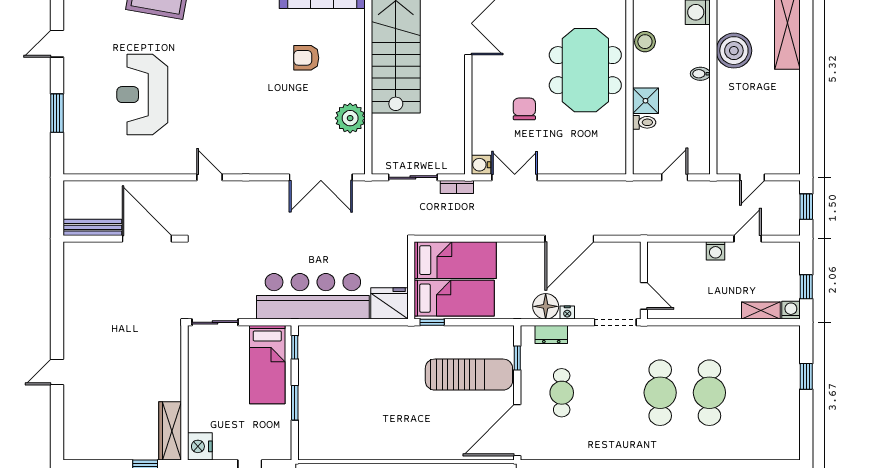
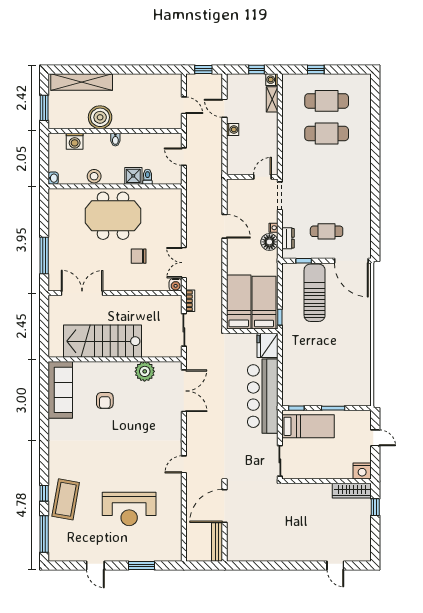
door: (569, 239) -> (225, 226), width x0.73
door: (57, 372) -> (335, 566), moved
cafe table: (660, 393) -> (327, 101), moved

